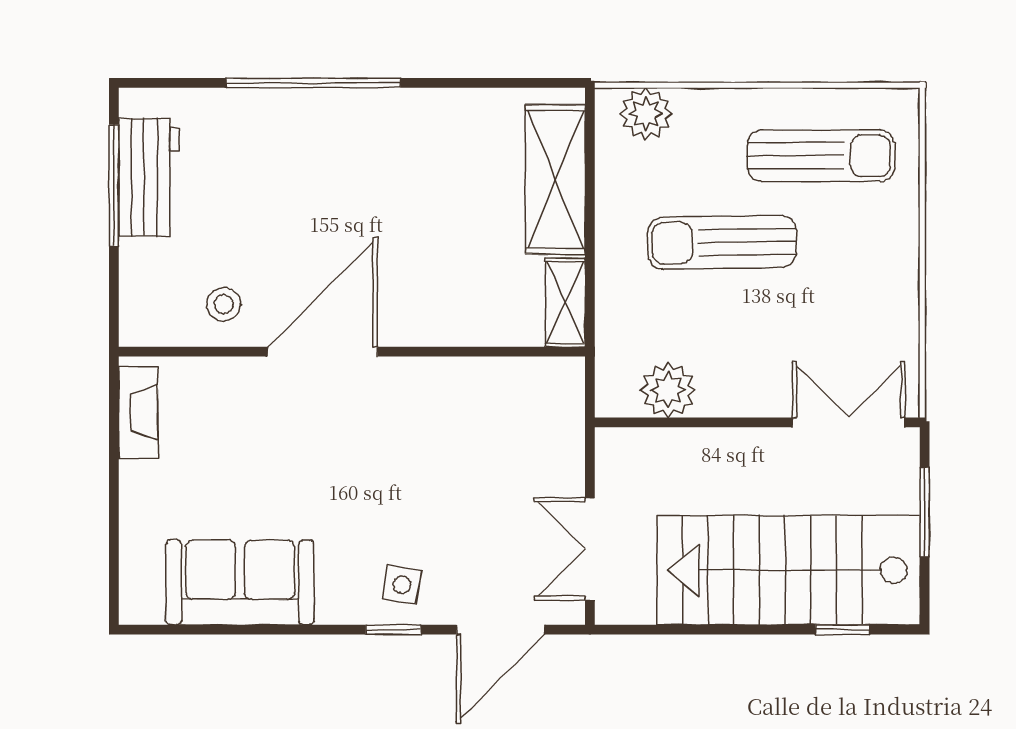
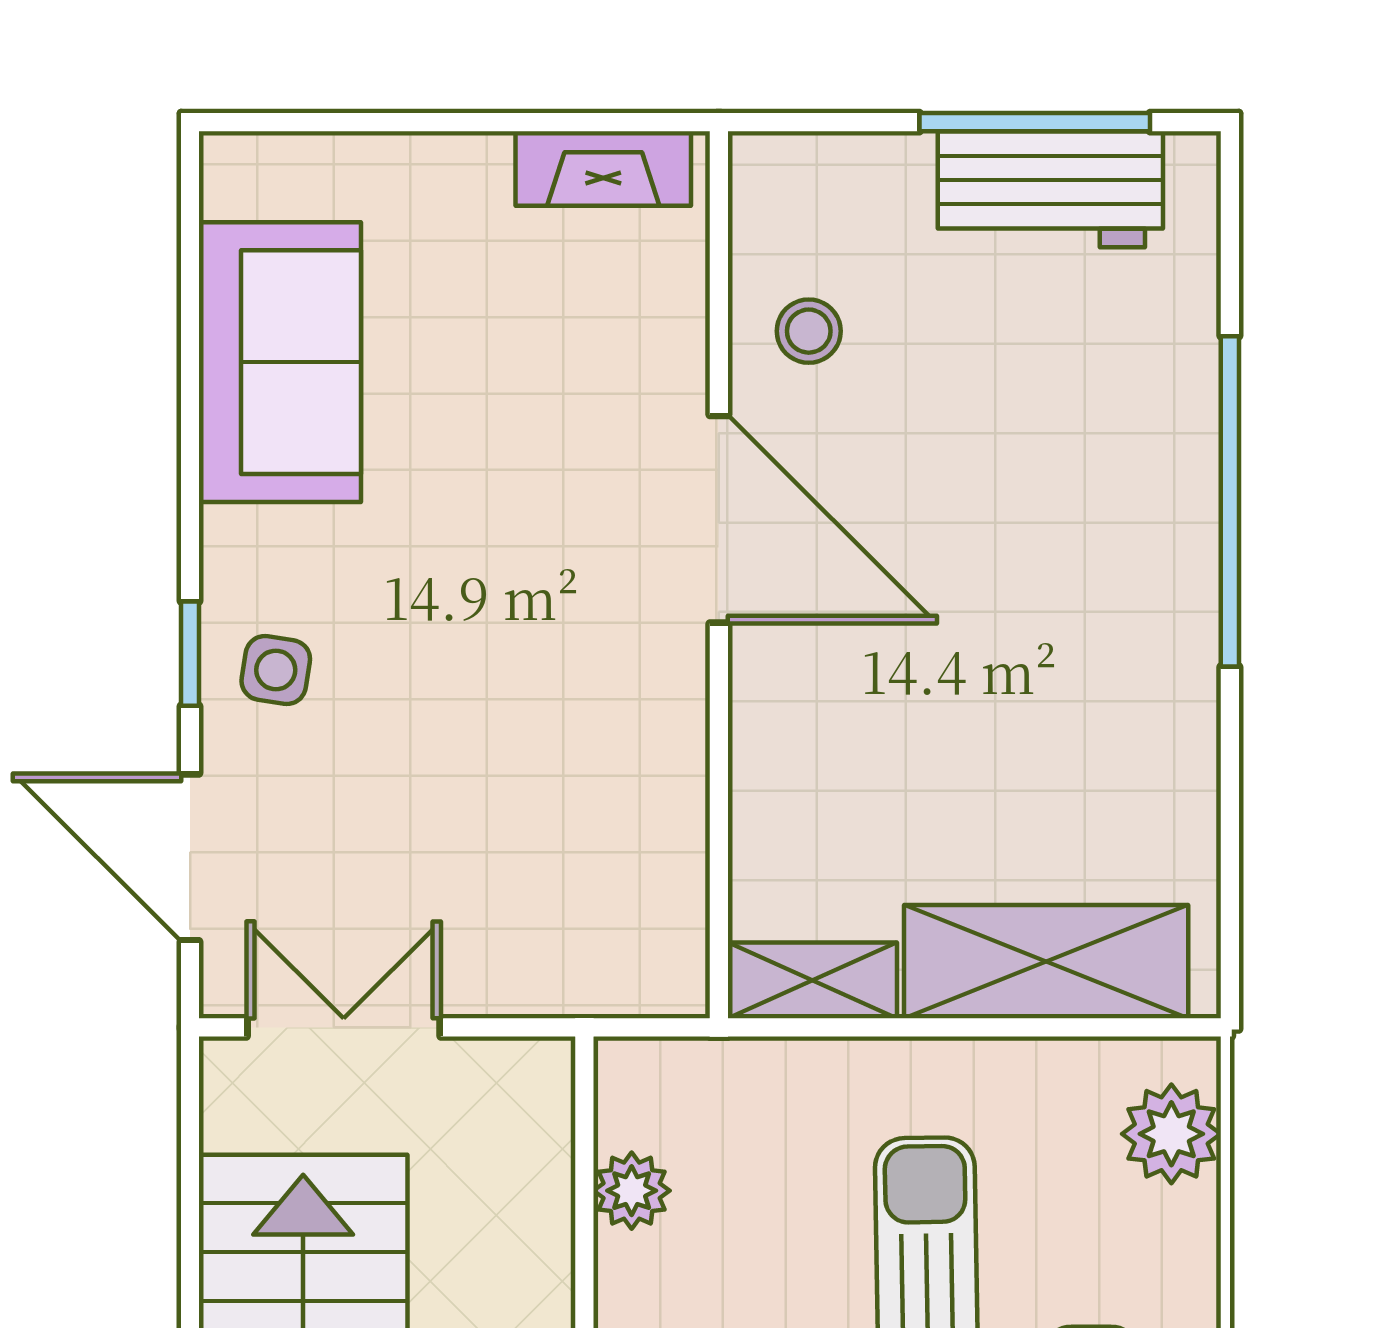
plant: (668, 390) -> (632, 1191), width x0.73, depth x0.73

